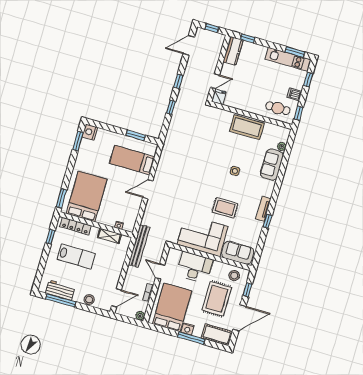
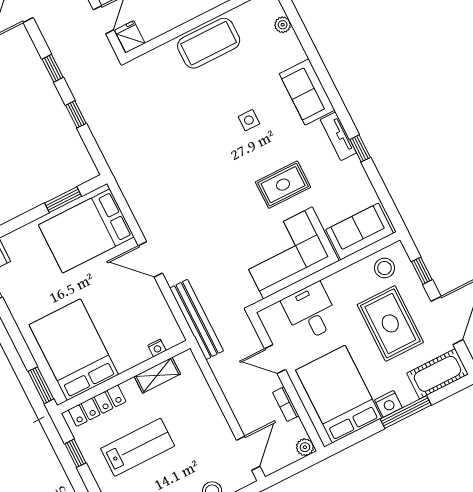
bed: (132, 160) -> (86, 231), width x1.50
sofa: (272, 165) -> (307, 92), moved
door: (148, 189) -> (150, 259), hinge flipped
bench: (139, 246) -> (197, 320), moved
desk: (195, 267) -> (311, 312), width x0.73

